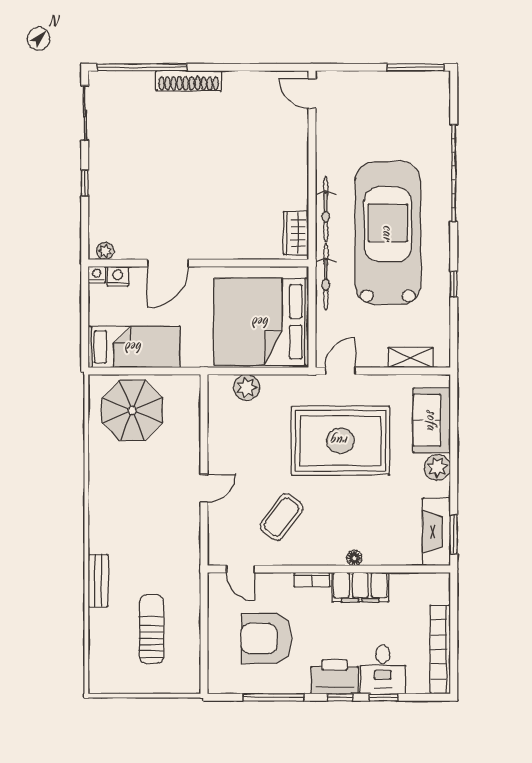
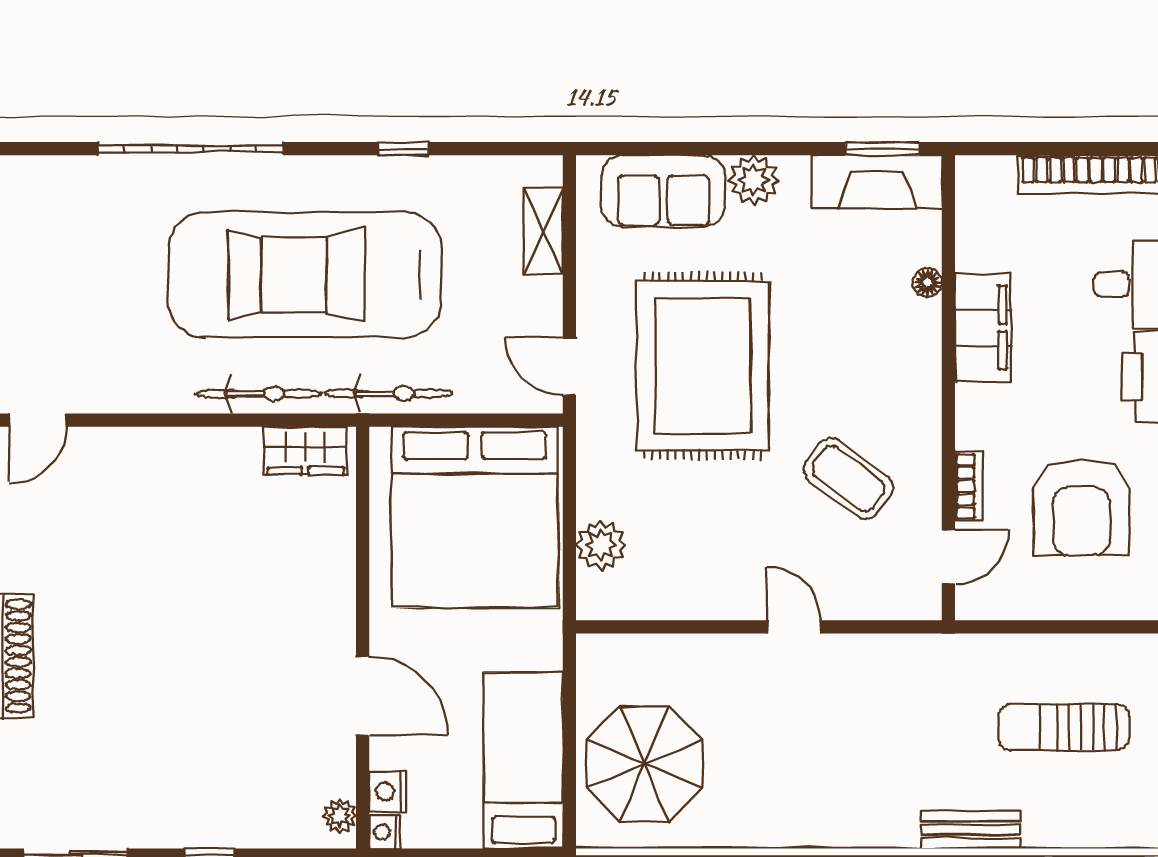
floor lamp: (354, 558) -> (927, 282), moved
bookcase: (312, 580) -> (969, 486), moved

